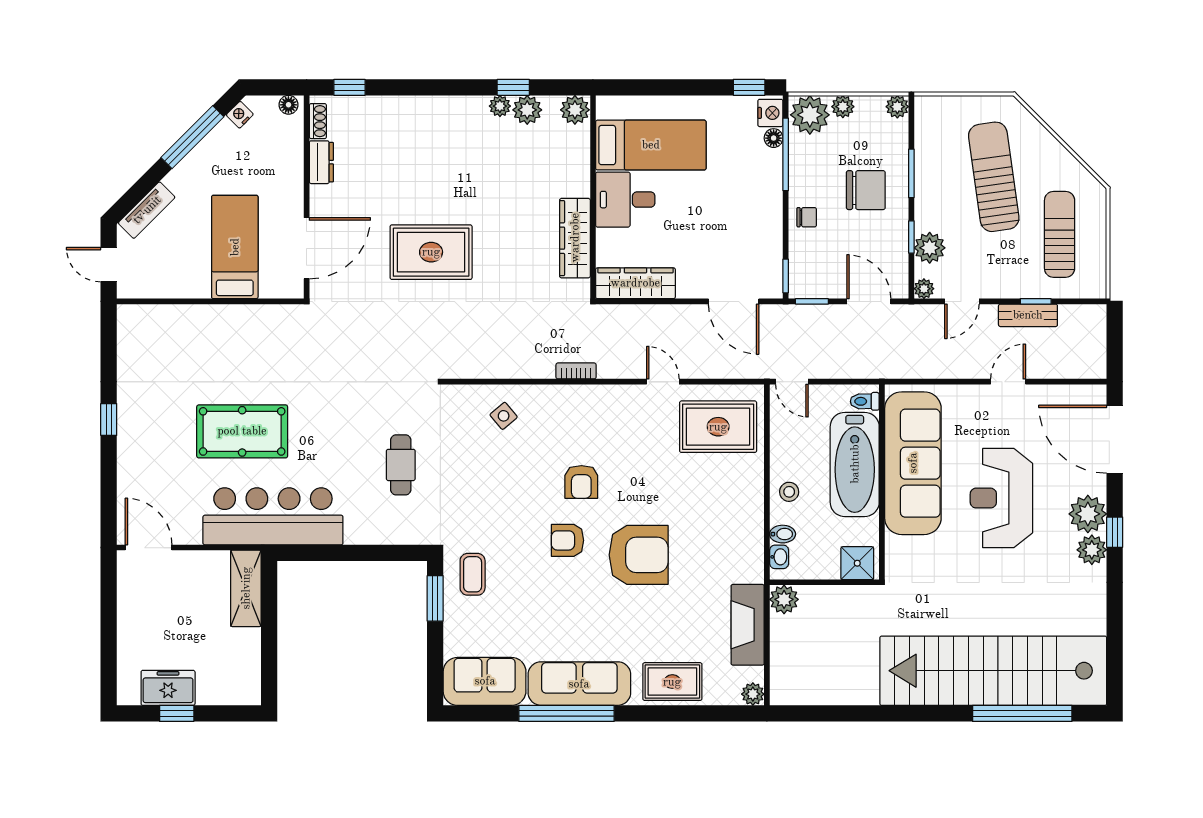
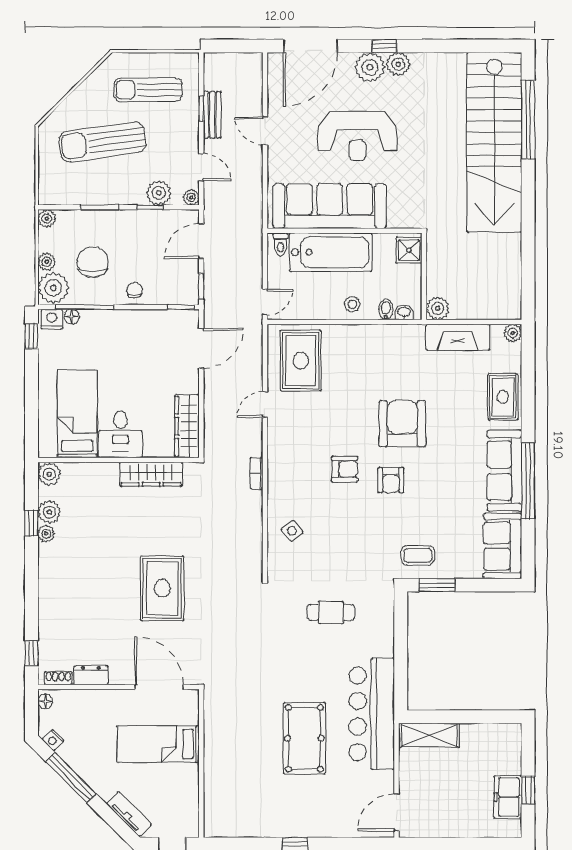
chair: (866, 190) -> (93, 262), moved

